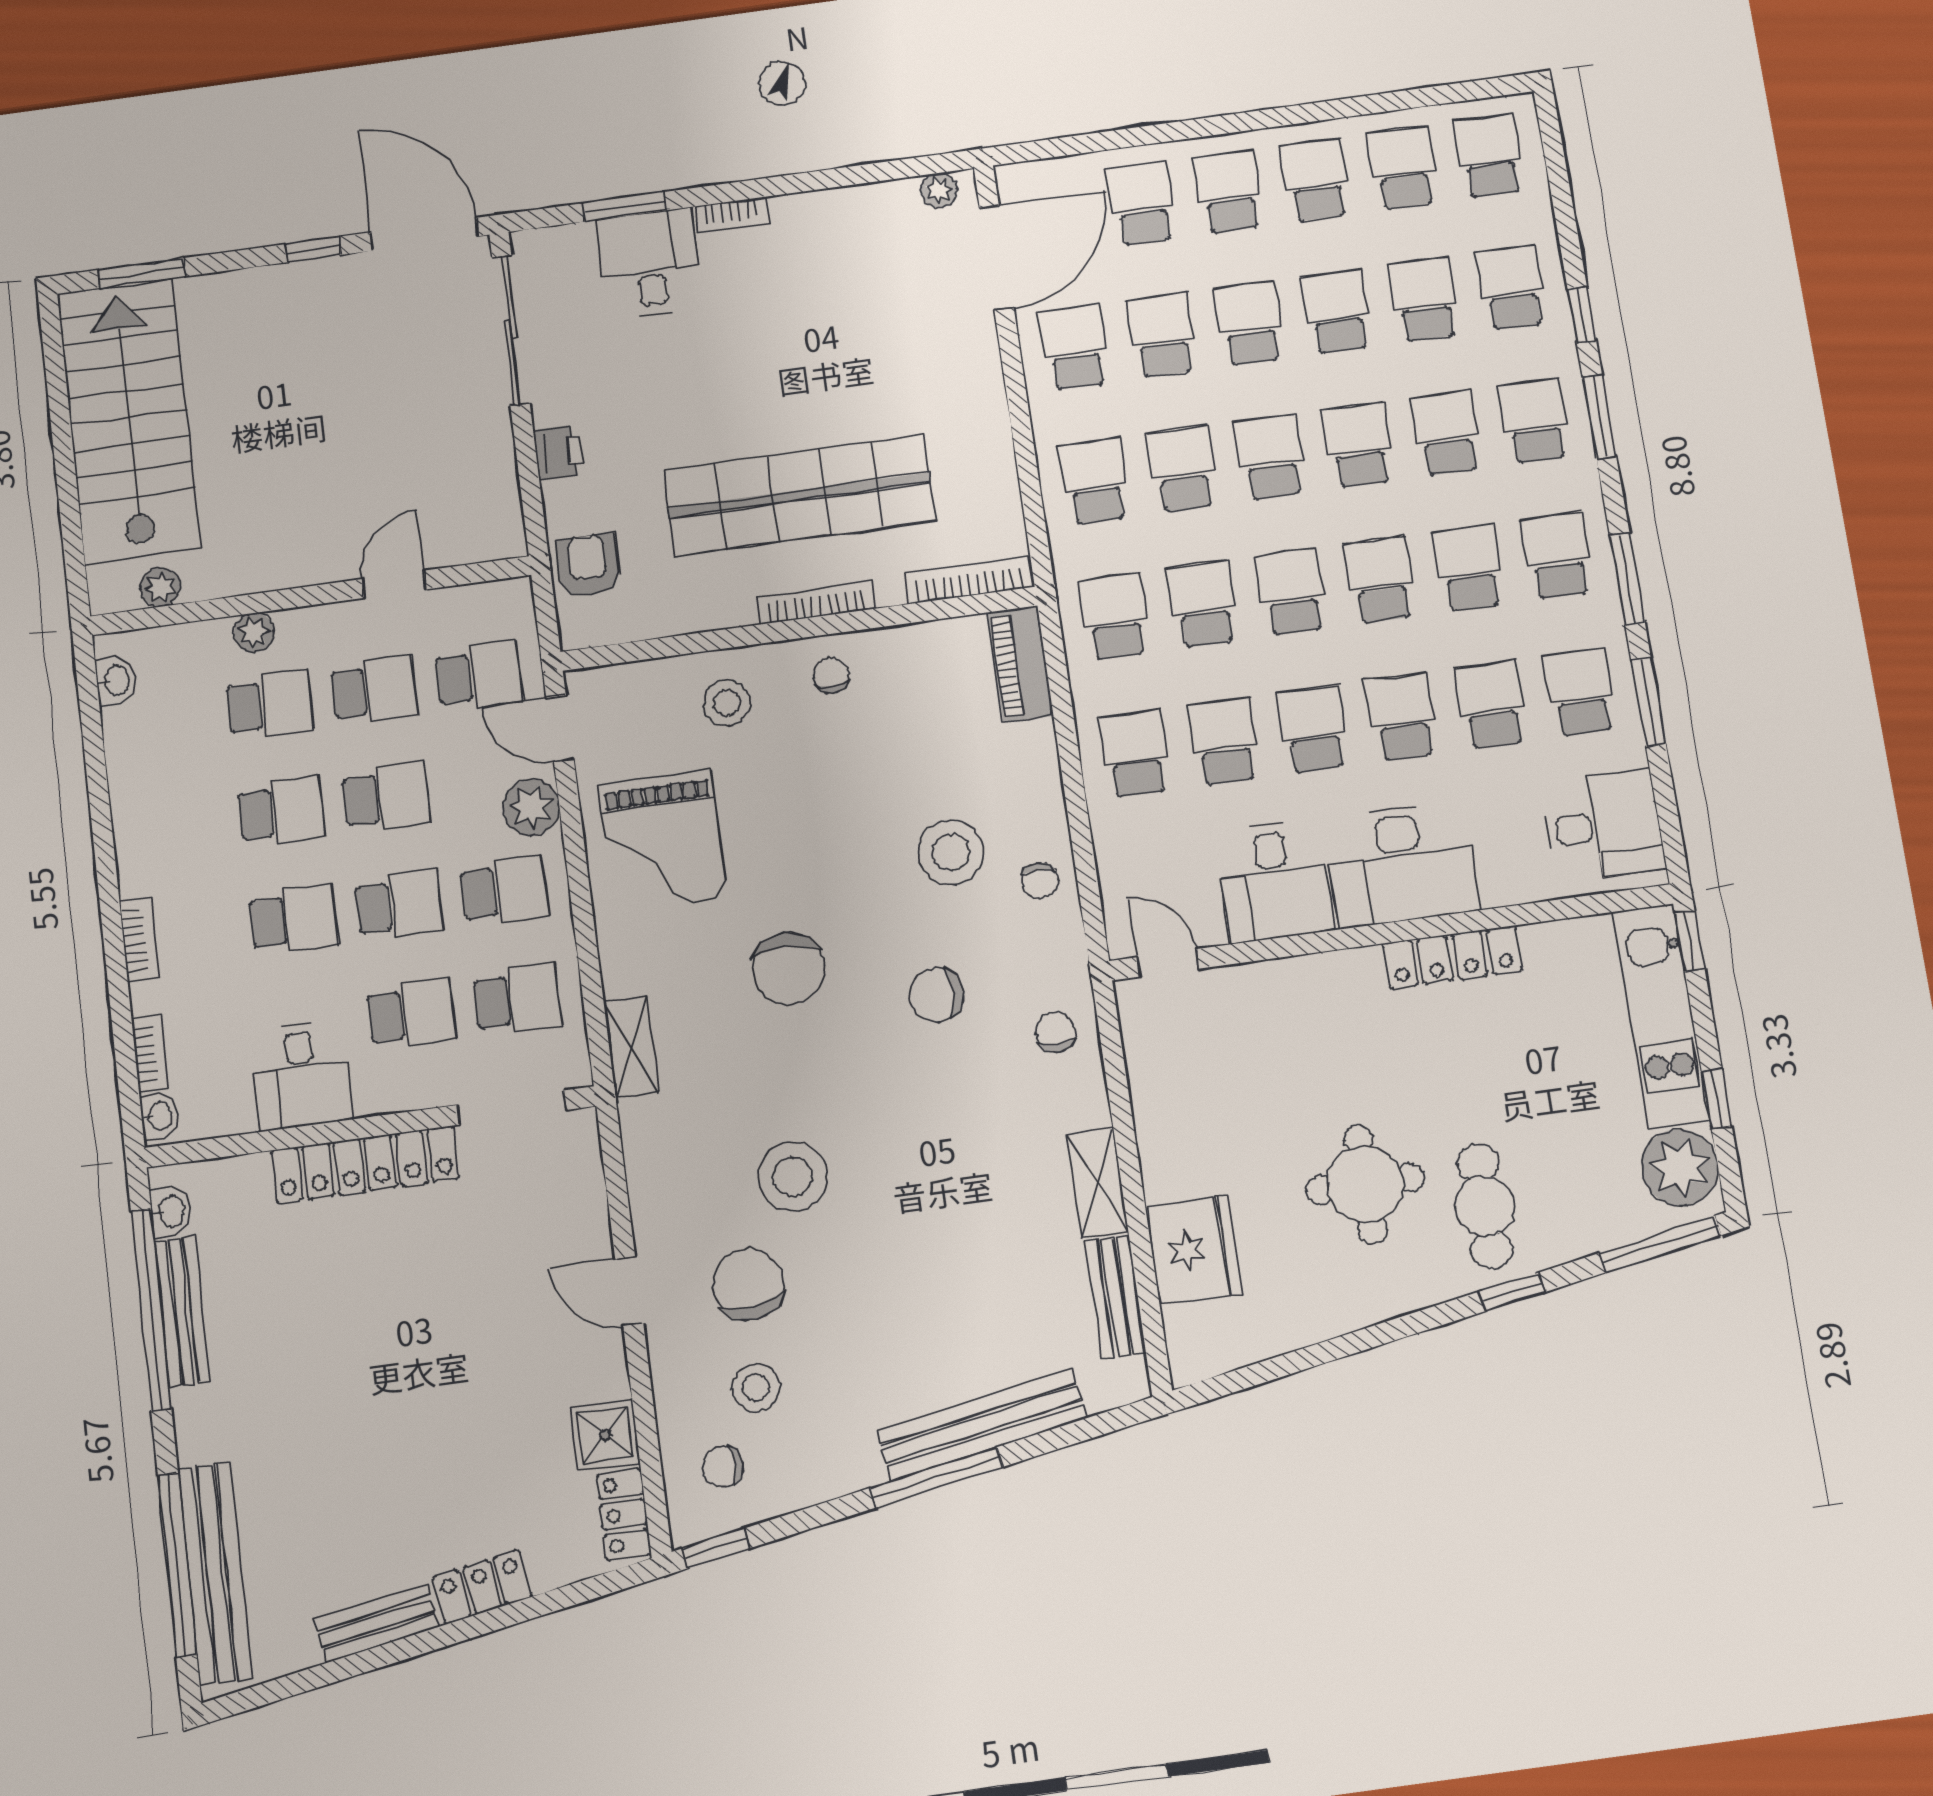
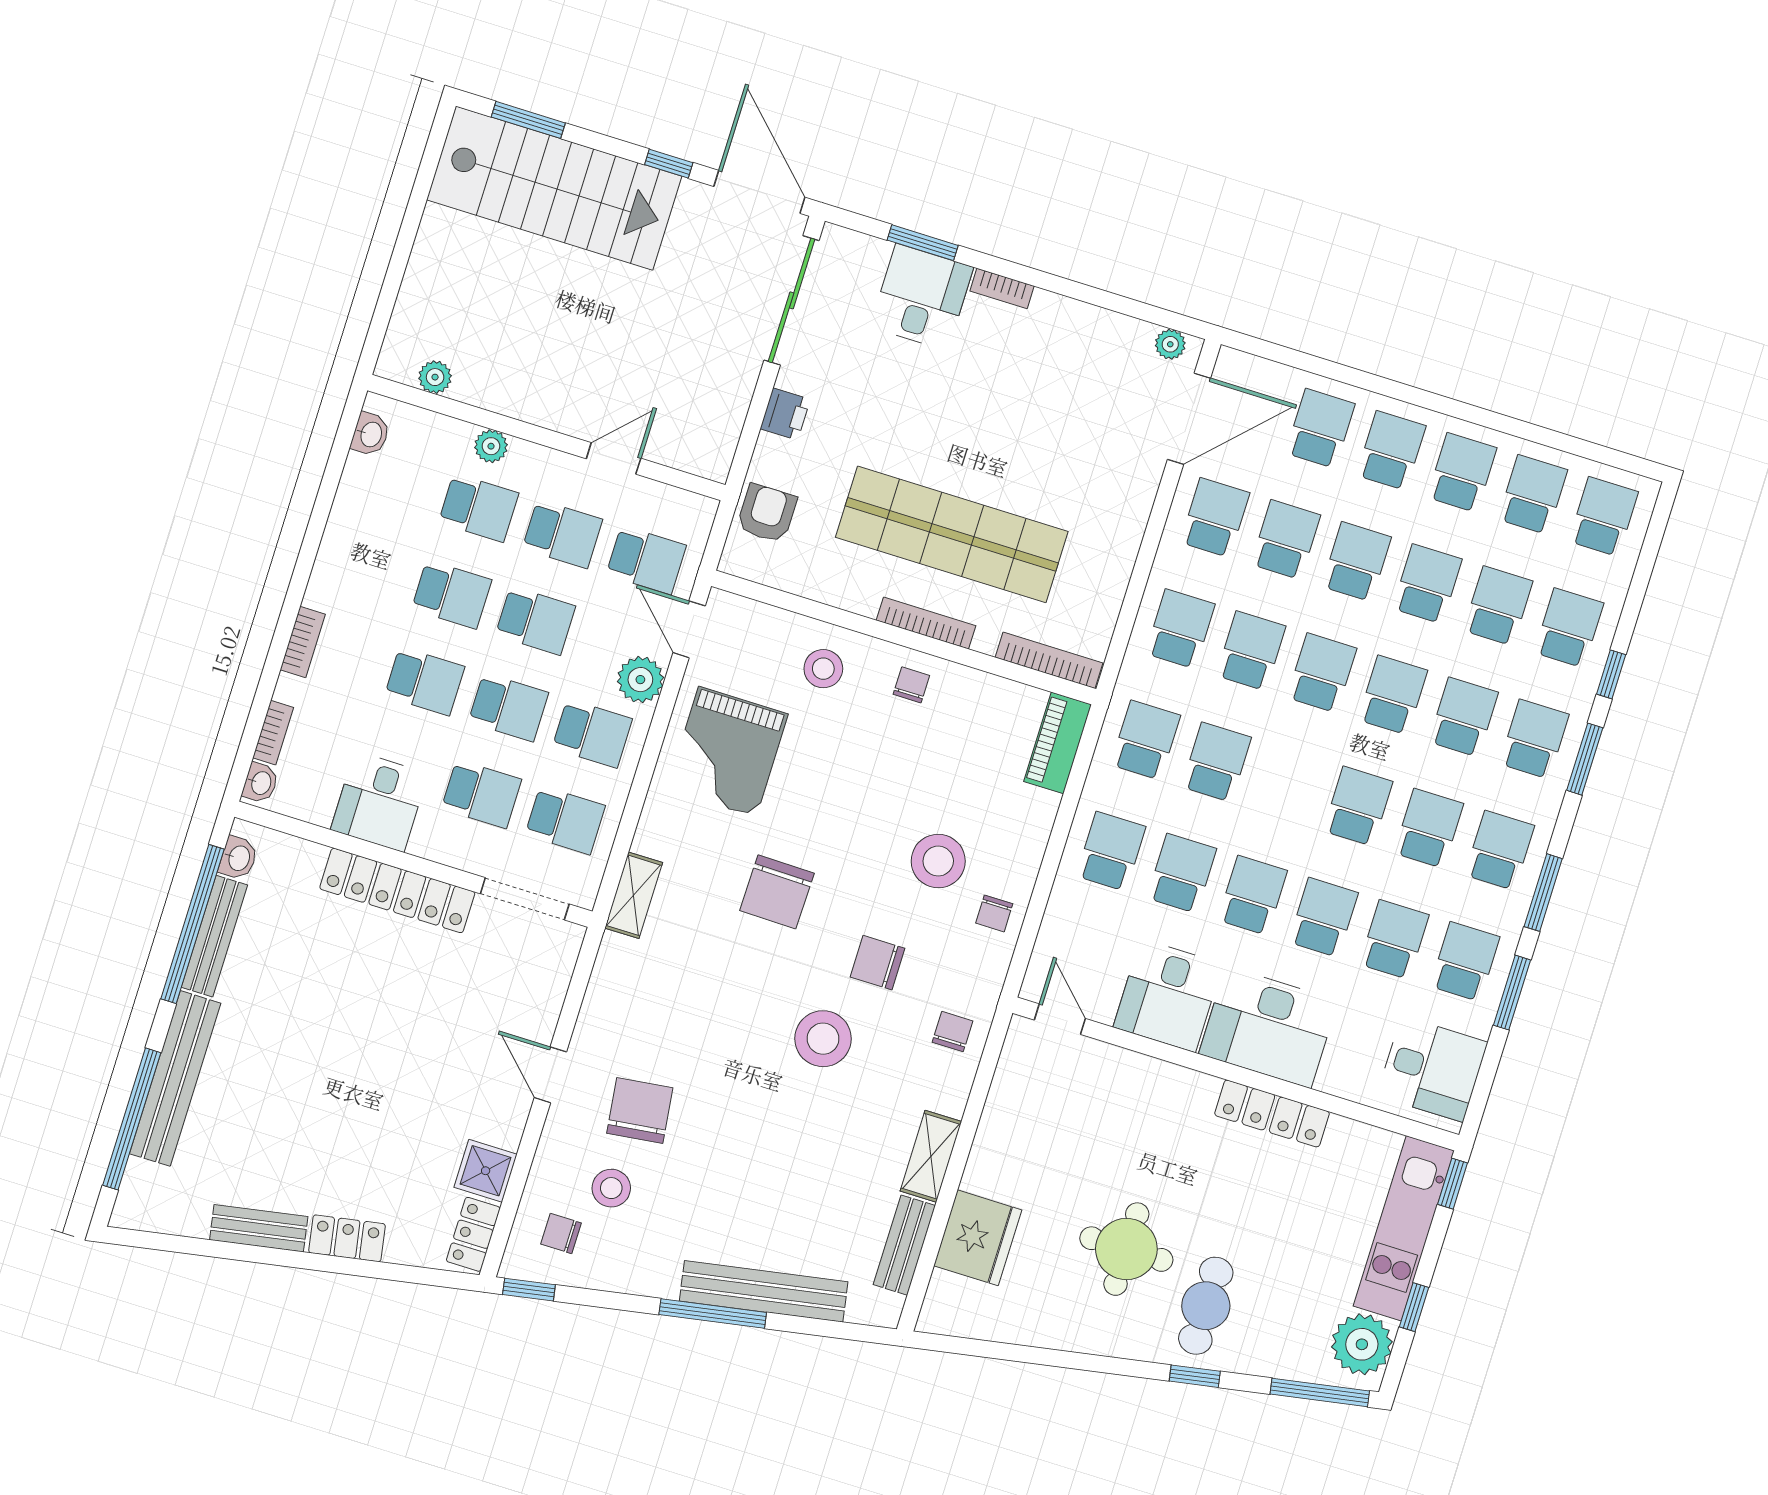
stairs: (129, 420) -> (554, 188), moved, turned 90
school desk: (1292, 592) -> (1287, 784), removed
stool: (793, 1176) -> (823, 1039), moved
bench: (215, 1573) -> (175, 1078), moved

